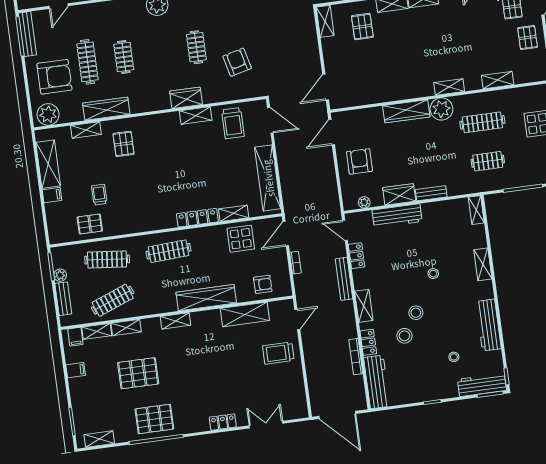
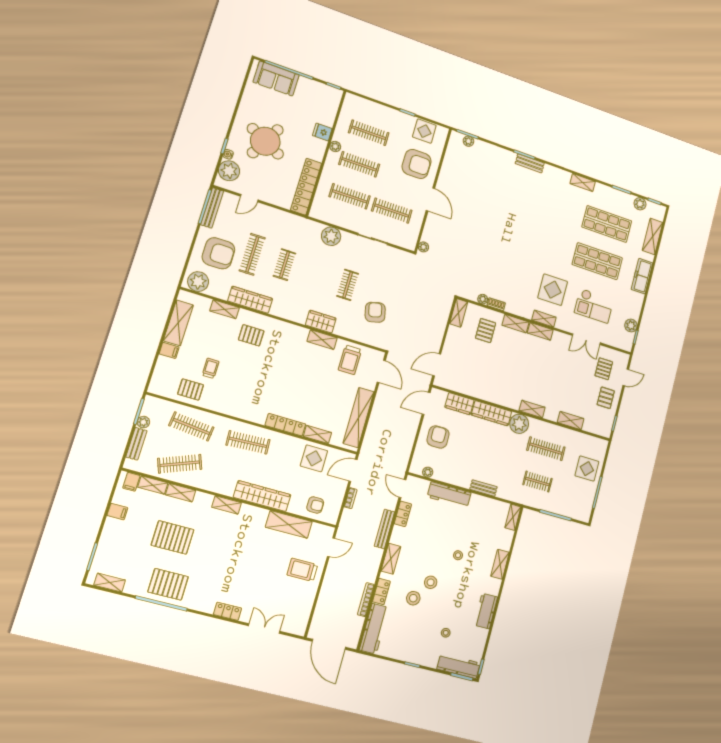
pallet: (124, 144) -> (251, 335), turned 90
wardrobe: (399, 194) -> (459, 404), moved, turned 180
workbench: (489, 325) -> (486, 611), width x0.73

